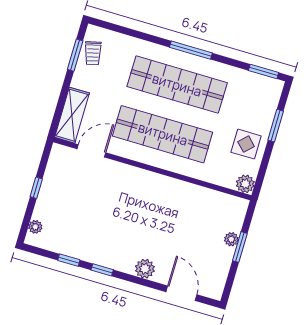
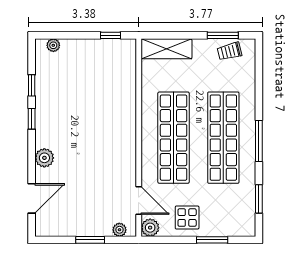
window: (264, 71) -> (259, 199), moved
door: (91, 151) -> (139, 201), moved
window: (36, 188) -> (110, 35), moved
plant: (231, 239) -> (119, 230), moved

